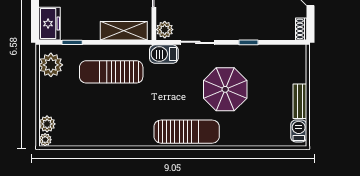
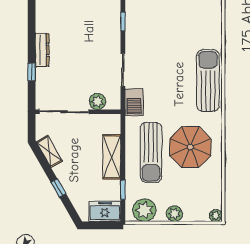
plant: (165, 30) -> (97, 101), moved
shelving: (124, 31) -> (112, 157), moved
parasol: (225, 89) -> (190, 147), moved
plant: (47, 124) -> (174, 214), moved

